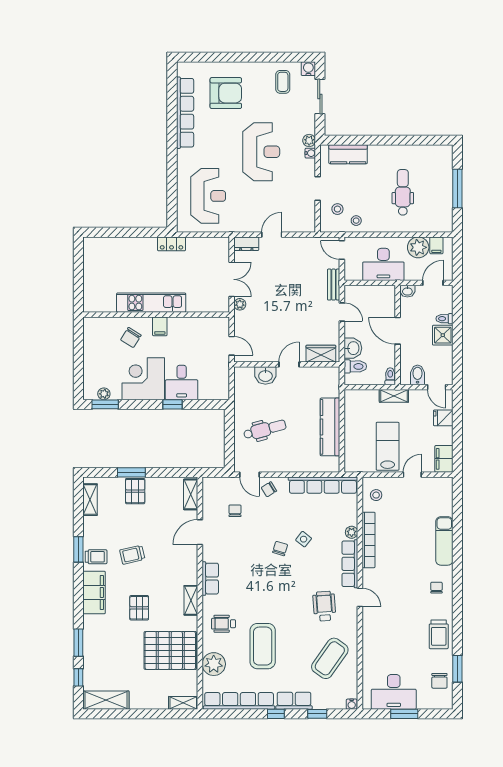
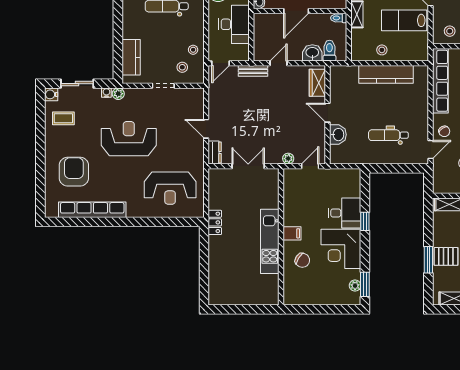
water cooler: (310, 153) -> (106, 93), moved
reception desk: (208, 196) -> (170, 188), turned 180
plant: (240, 304) -> (288, 159), moved
stool: (356, 423) -> (382, 50), added
dental chair: (265, 430) -> (388, 135), turned -75

